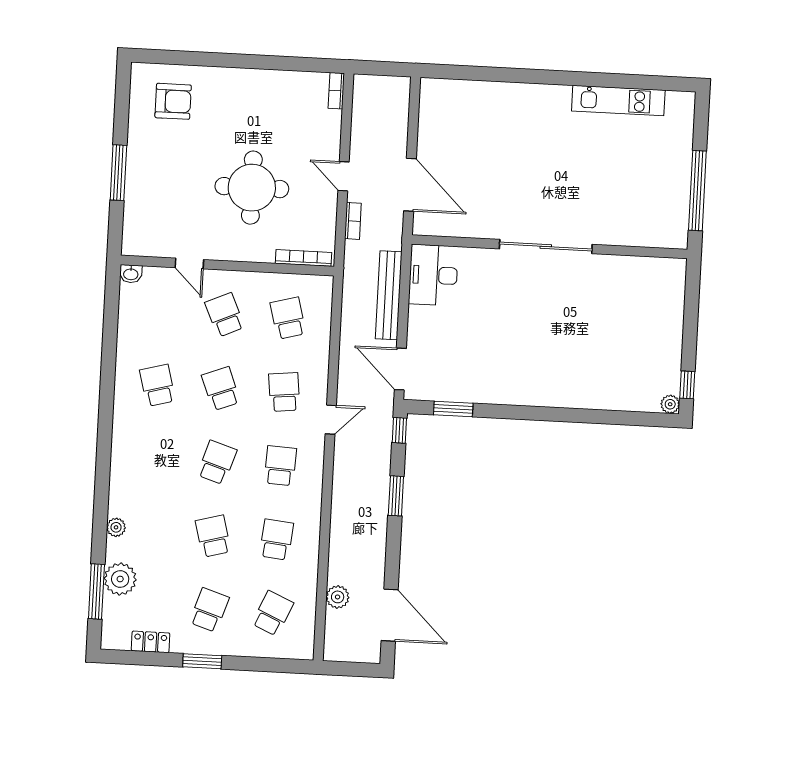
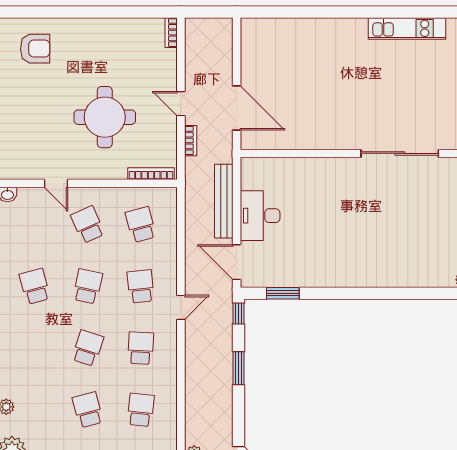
sliding door: (546, 247) -> (400, 153), moved
desk: (433, 275) -> (260, 216), moved
school desk: (221, 389) -> (88, 286), turned 33

